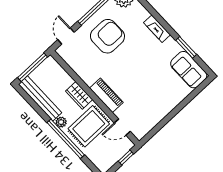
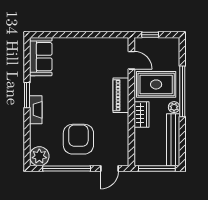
armchair: (107, 36) -> (78, 139), turned 90
window: (186, 47) -> (27, 95), moved

